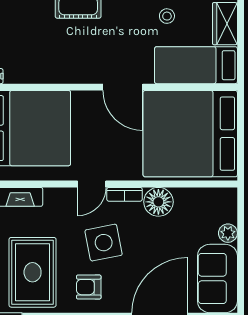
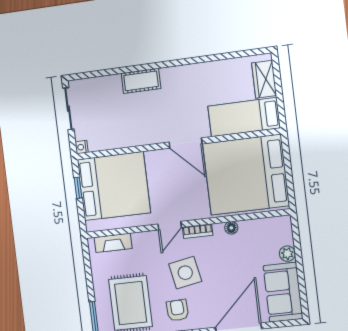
stool: (167, 16) -> (215, 79), removed
floor lamp: (158, 202) -> (231, 228), width x0.53, depth x0.53
armchair: (89, 287) -> (177, 310), turned 87

